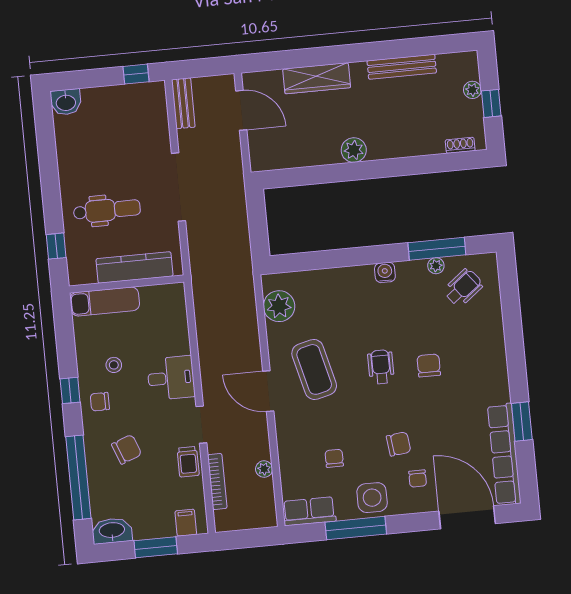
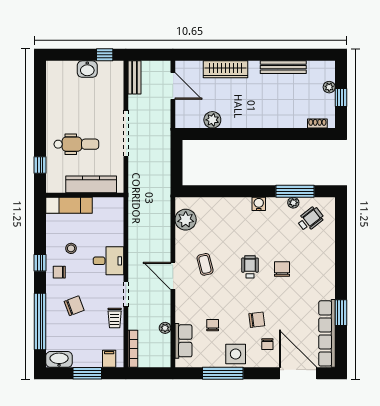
washbasin: (66, 102) -> (87, 69), moved
plant: (354, 150) -> (212, 120), moved
coffee table: (314, 369) -> (205, 264), width x0.54, depth x0.58
bookcase: (217, 482) -> (133, 349), moved
row of seats: (309, 511) -> (183, 341), moved, turned 90

